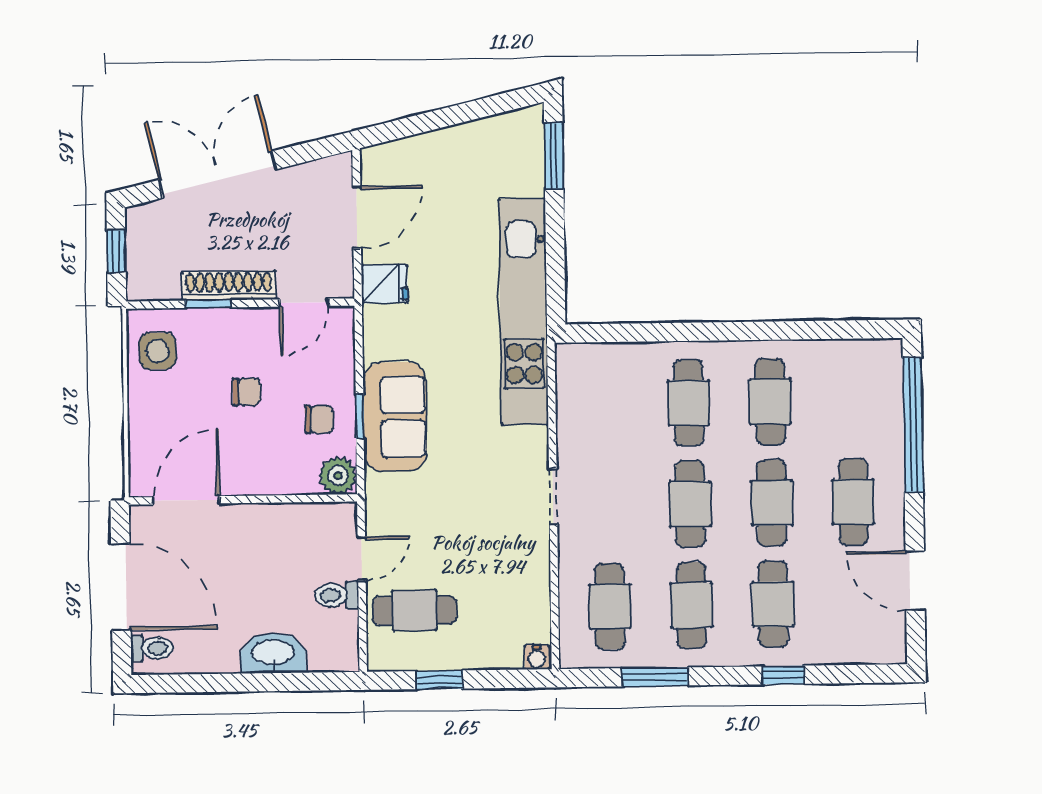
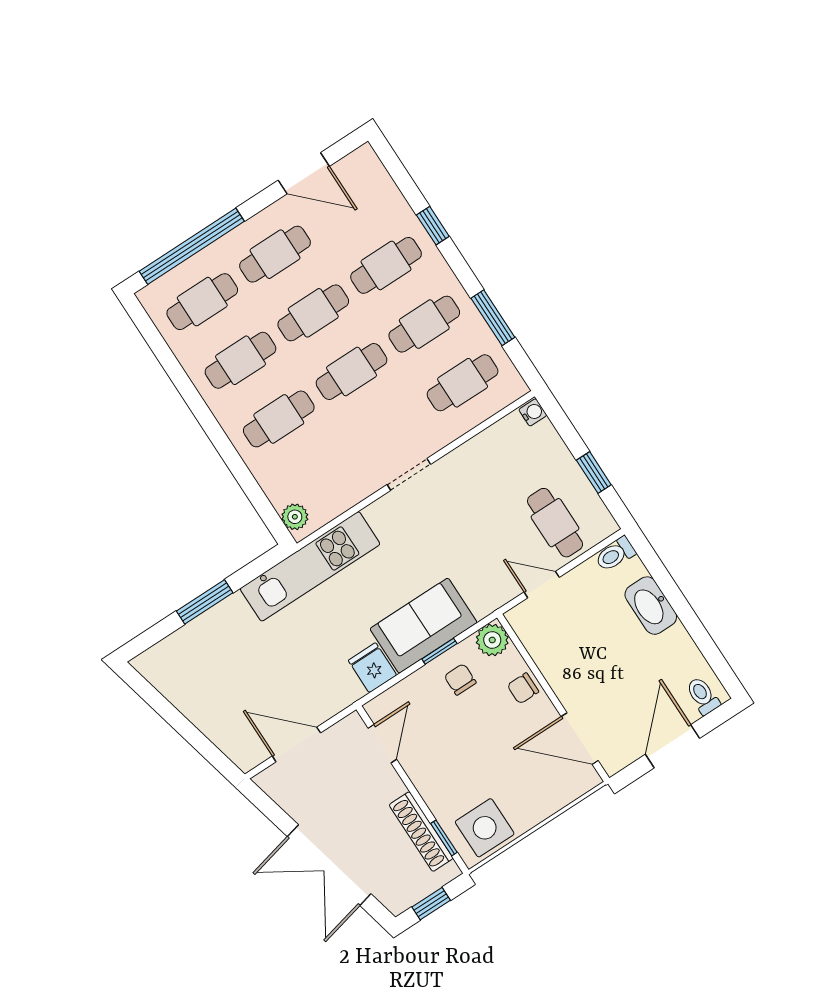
window: (554, 156) -> (205, 602), moved
fridge: (384, 284) -> (372, 668), moved
shoe rack: (229, 286) -> (421, 832), moved
door: (304, 303) -> (382, 744), hinge flipped
window: (208, 304) -> (444, 838), moved
kitchen unit: (523, 312) -> (310, 566), width x0.73
side table: (158, 351) -> (485, 828), width x1.37, depth x1.37
plant: (582, 358) -> (295, 517), added
chair: (247, 392) -> (523, 688), moved, turned -90
cafe table: (852, 401) -> (202, 302), added
door: (915, 581) -> (304, 173), hinge flipped
door: (121, 587) -> (672, 746), width x0.73
toilet: (337, 595) -> (615, 554), moved, turned 90

